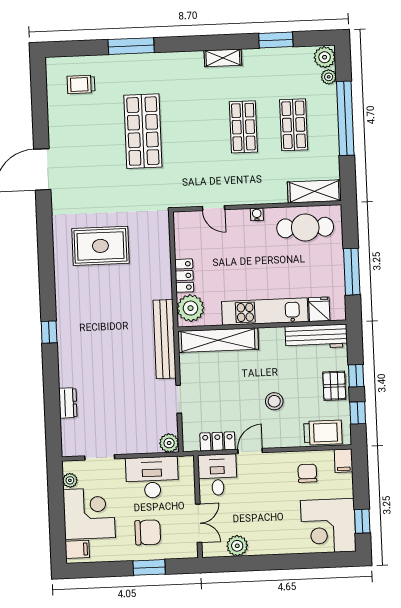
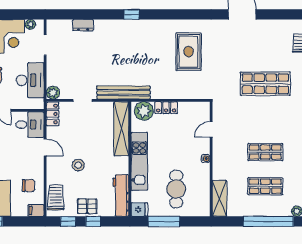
cafe table: (305, 228) -> (176, 189), moved
fridge: (319, 309) -> (139, 210), moved
trolley: (323, 433) -> (56, 197), turned 180
locker: (218, 441) -> (53, 114), moved

